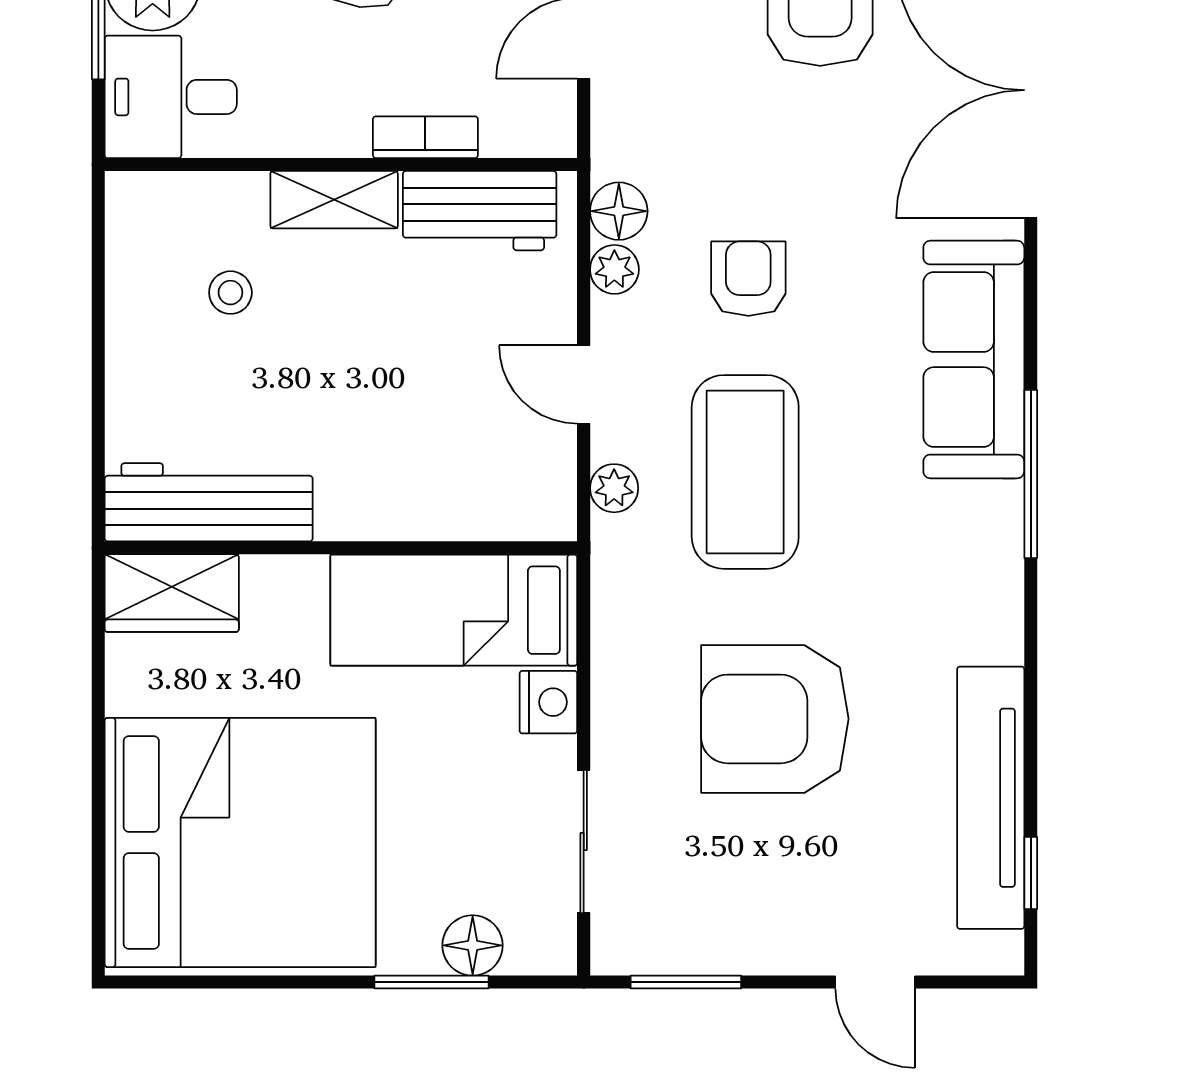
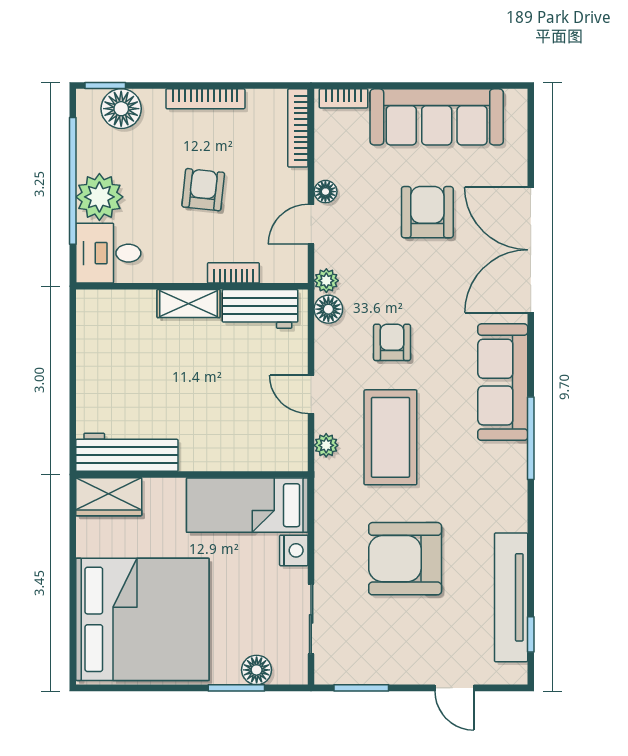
plant: (614, 269) -> (326, 281), moved
stool: (230, 293) -> (138, 349), removed

